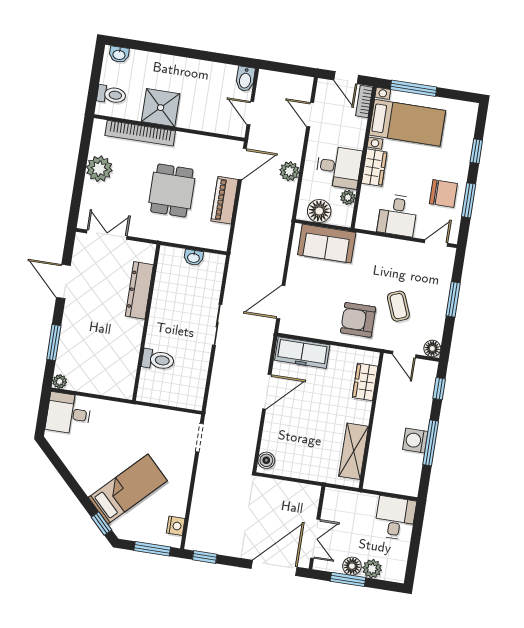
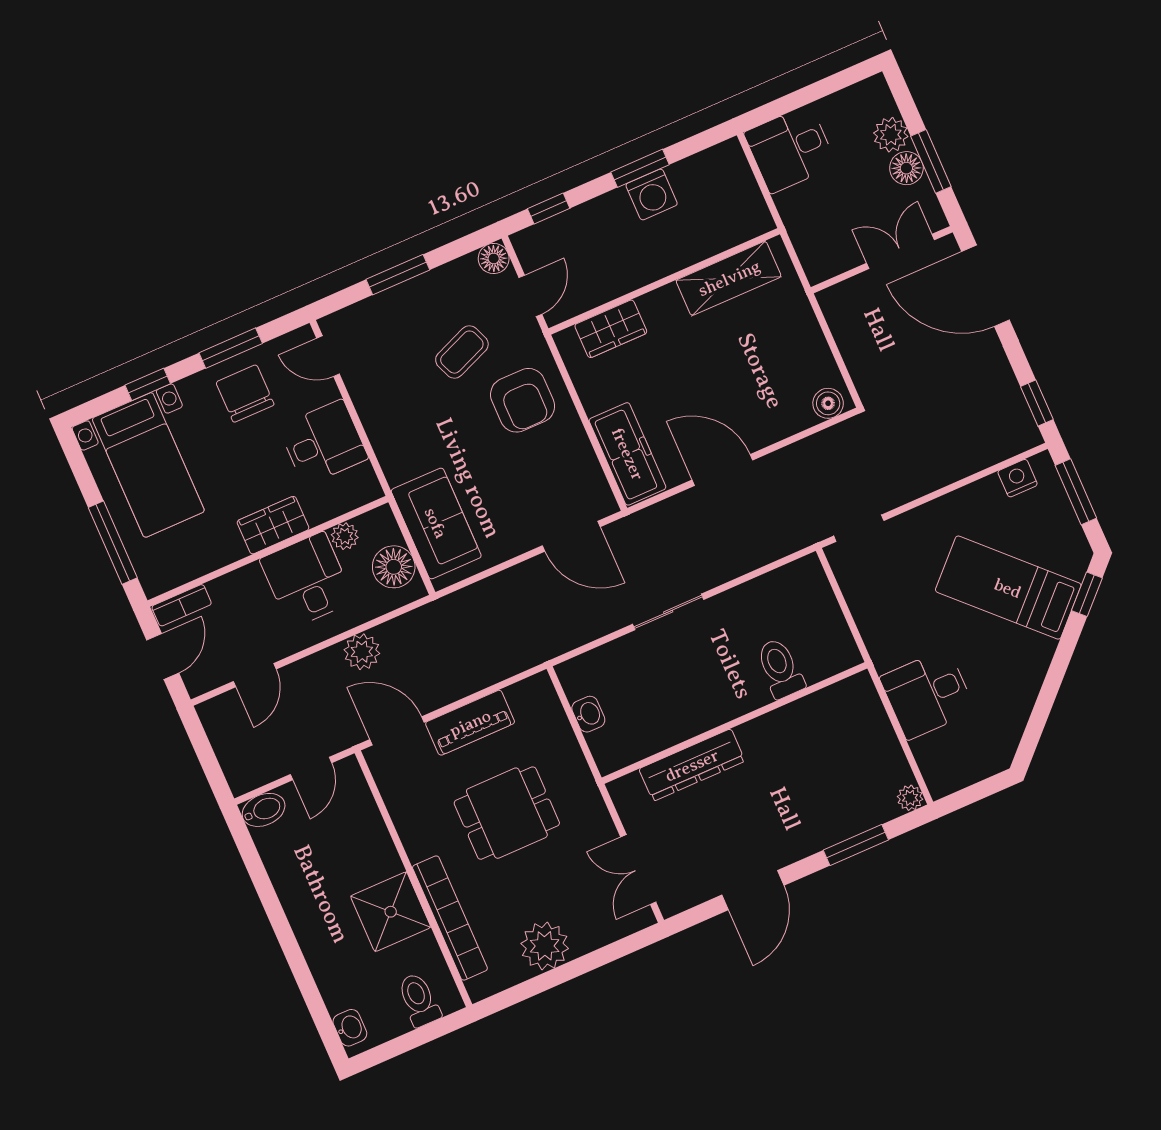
bed with nightstands: (407, 123) -> (148, 465), moved, turned 180
desk: (69, 413) -> (927, 694), moved, turned 90
window: (431, 443) -> (640, 168), width x0.69

